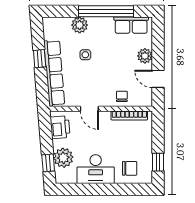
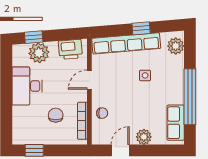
plant: (80, 25) -> (176, 46), moved
chair: (130, 168) -> (56, 115), moved, turned 180

